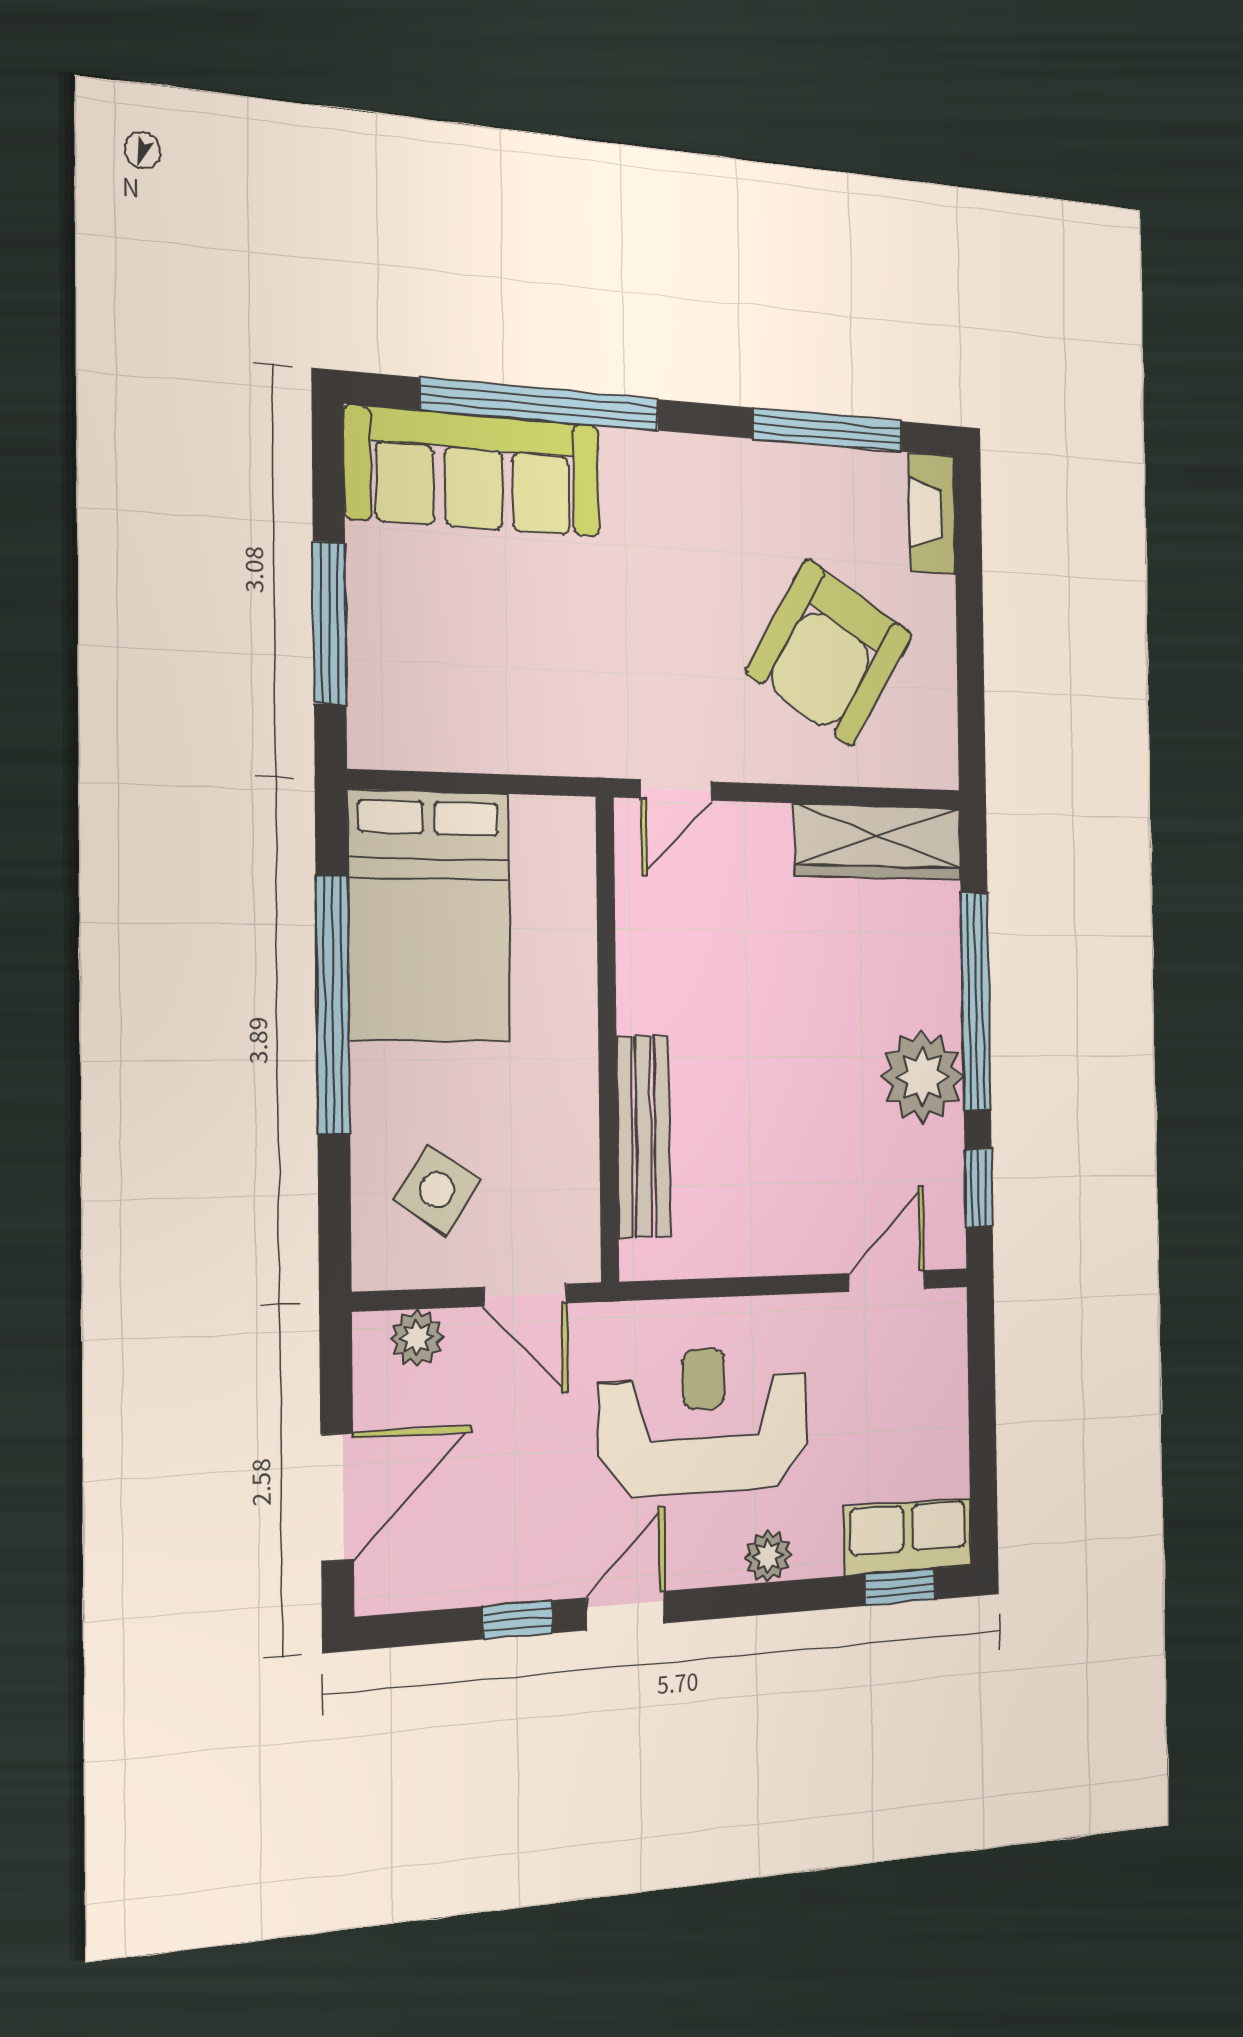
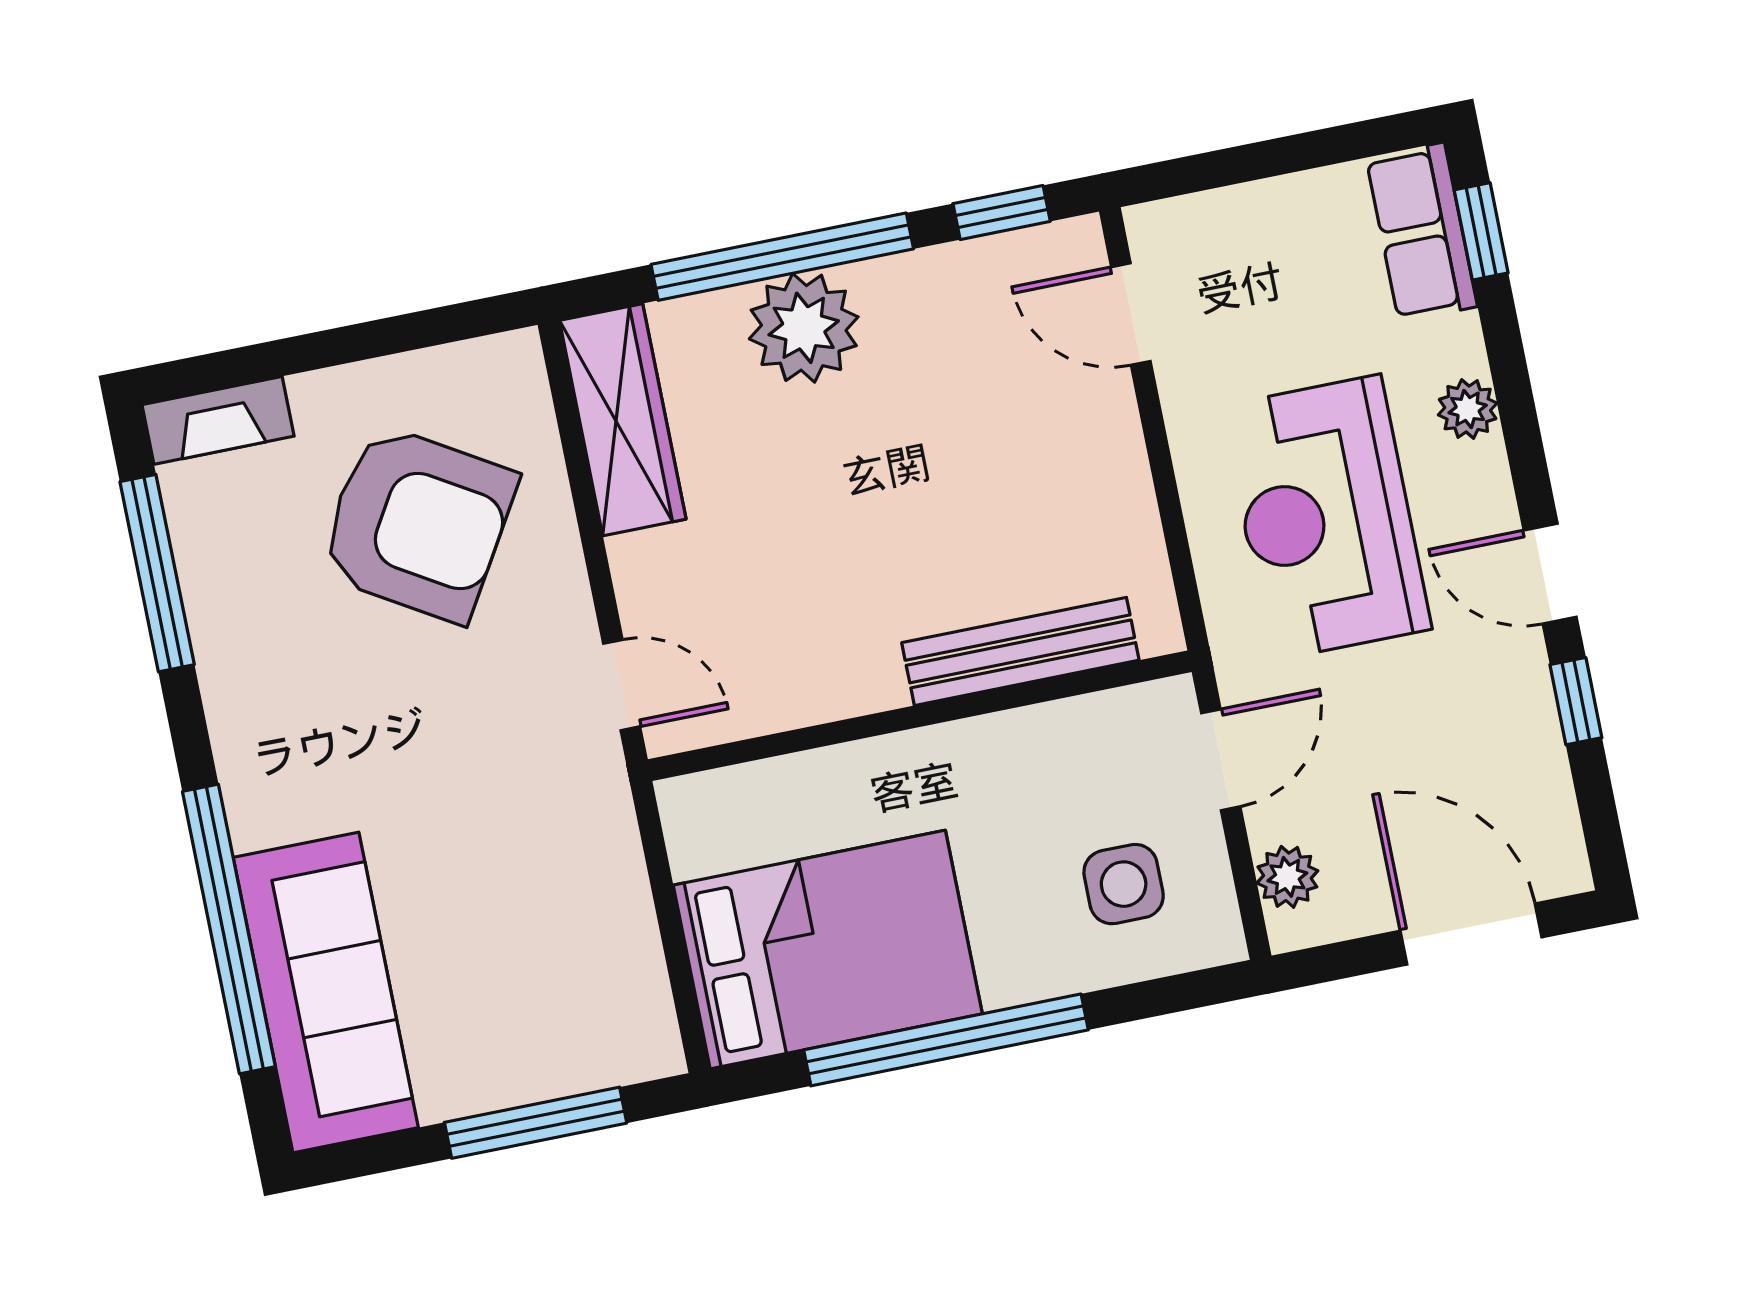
plant: (922, 1077) -> (804, 328), moved
side table: (437, 1190) -> (1124, 884), turned -34

